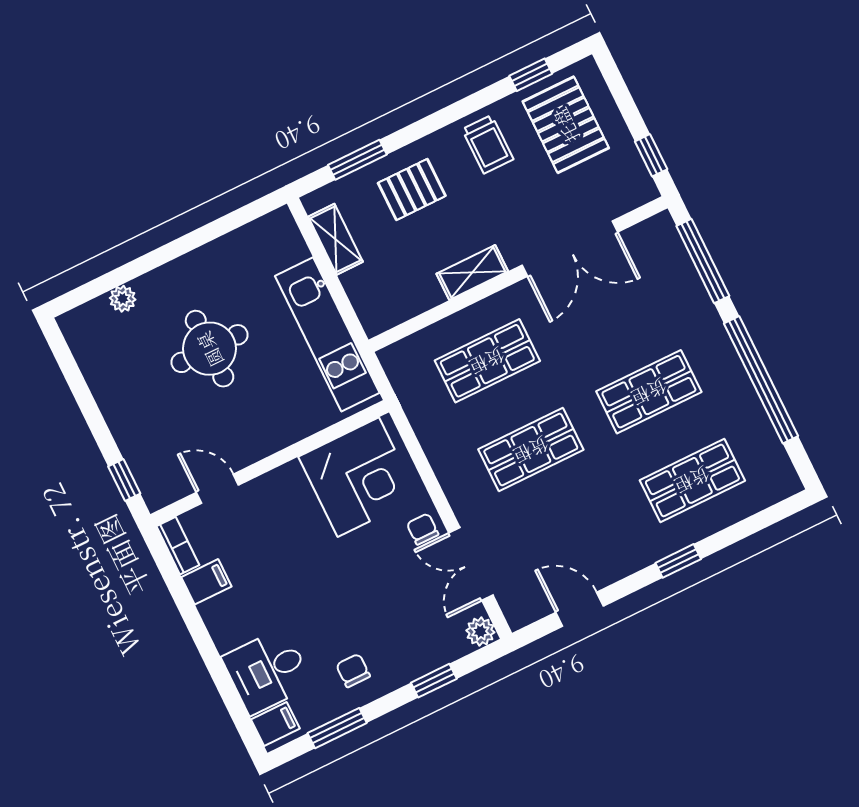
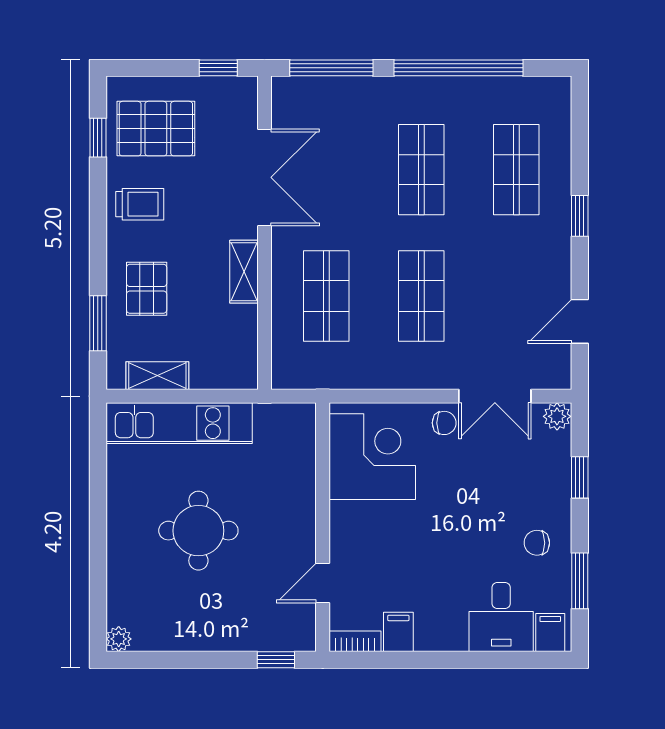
plant: (123, 299) -> (119, 639), moved
kitchen unit: (327, 334) -> (179, 423), moved
chair: (423, 529) -> (444, 423), turned 180

